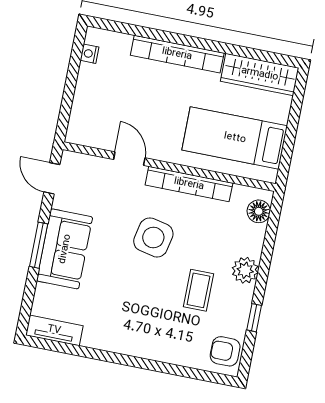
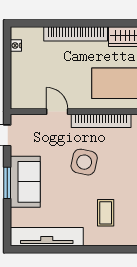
coffee table: (198, 290) -> (106, 213), moved
tv unit: (54, 330) -> (47, 237), width x1.92, depth x1.29

